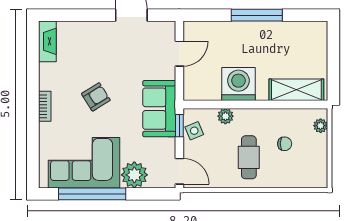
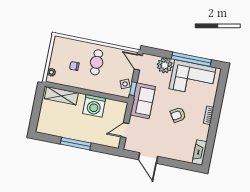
plant: (225, 116) -> (105, 89), removed

